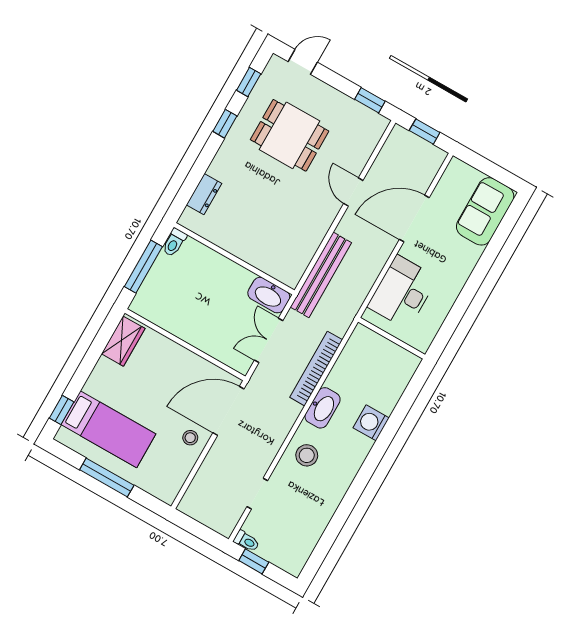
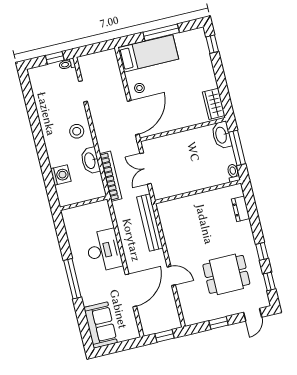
window: (370, 100) -> (219, 323), moved
window: (468, 293) -> (72, 279), added
washbasin: (269, 295) -> (222, 135), moved, turned -90
wall: (392, 338) -> (84, 203), moved
double door: (269, 340) -> (146, 169), swing flipped
bed: (108, 429) -> (148, 53), moved, turned 180

